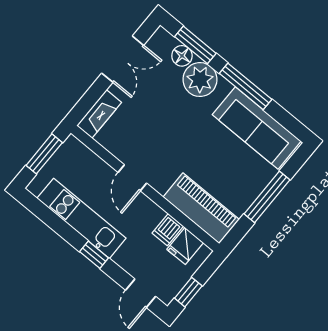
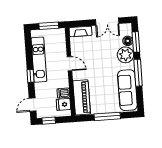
door: (132, 178) -> (70, 64), swing flipped

